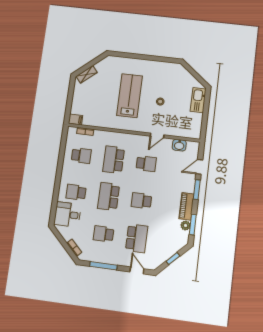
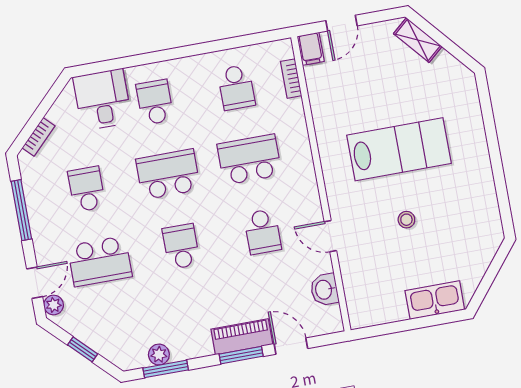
door: (69, 103) -> (341, 23), added
piano: (186, 206) -> (242, 337), moved
plant: (149, 265) -> (54, 305), added

